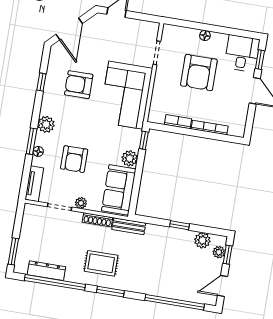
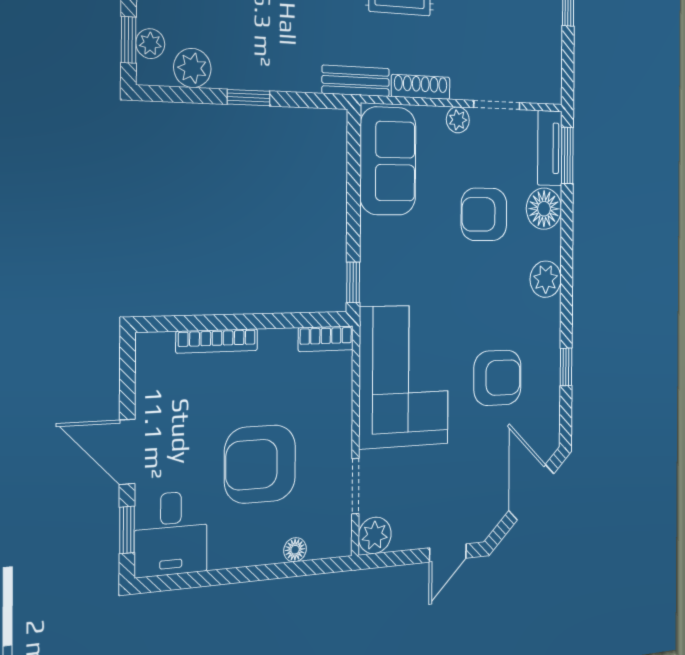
floor lamp: (205, 35) -> (295, 550), moved
armchair: (199, 73) -> (260, 464), turned -90
bookcase: (178, 122) -> (326, 339), moved
window: (32, 141) -> (567, 156), moved
floor lamp: (38, 151) -> (544, 209), width x1.89, depth x1.89
plant: (130, 158) -> (375, 535), moved
armchair: (74, 159) -> (484, 214), turned -90

